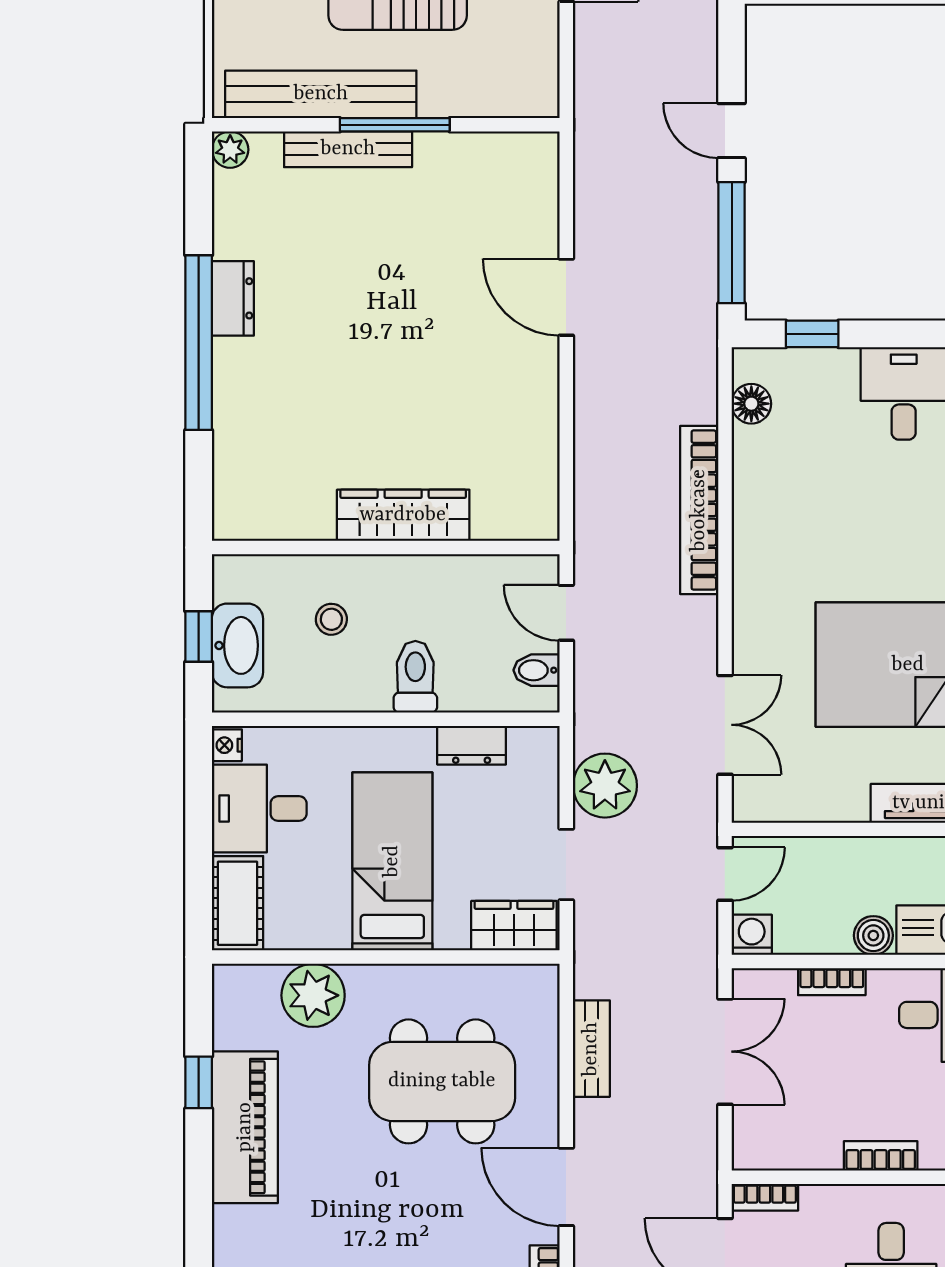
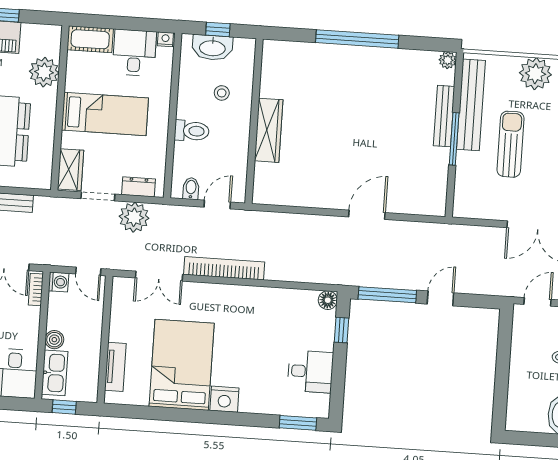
dresser: (233, 298) -> (377, 57), removed
floor lamp: (751, 404) -> (328, 300), moved
bookcase: (699, 510) -> (224, 268), moved
dresser: (472, 745) -> (138, 187), moved, turned 90
bookcase: (832, 982) -> (36, 289), moved

